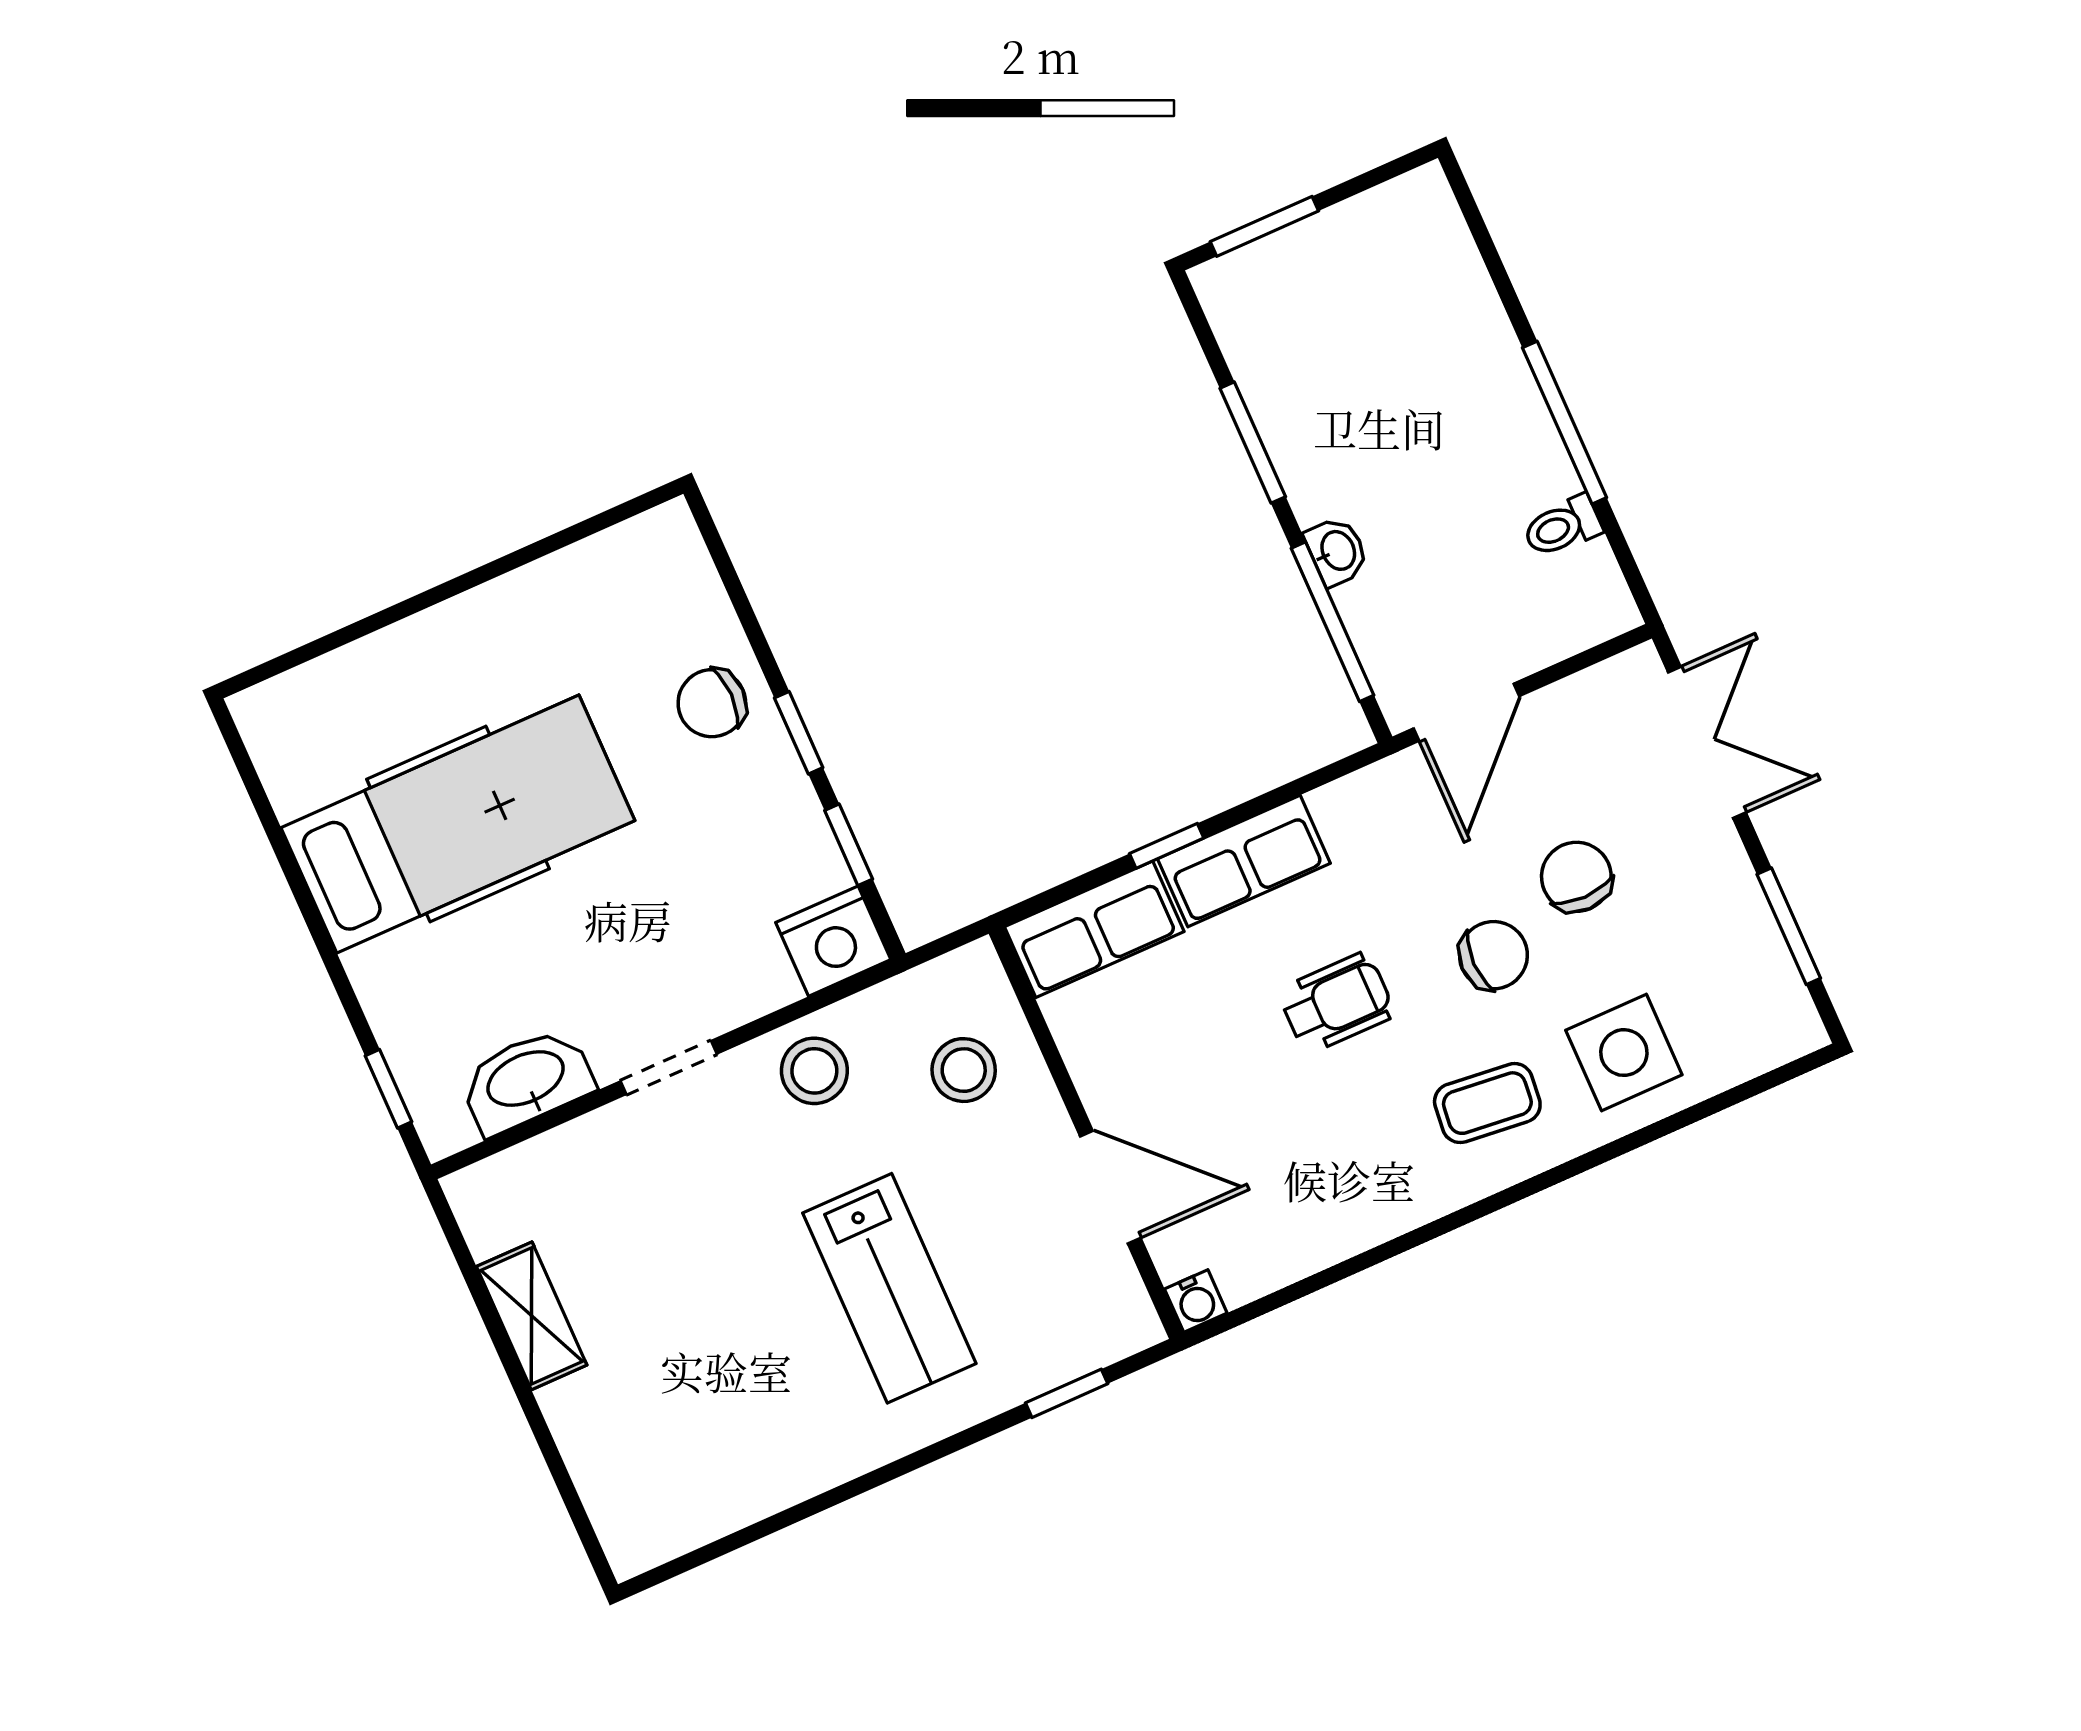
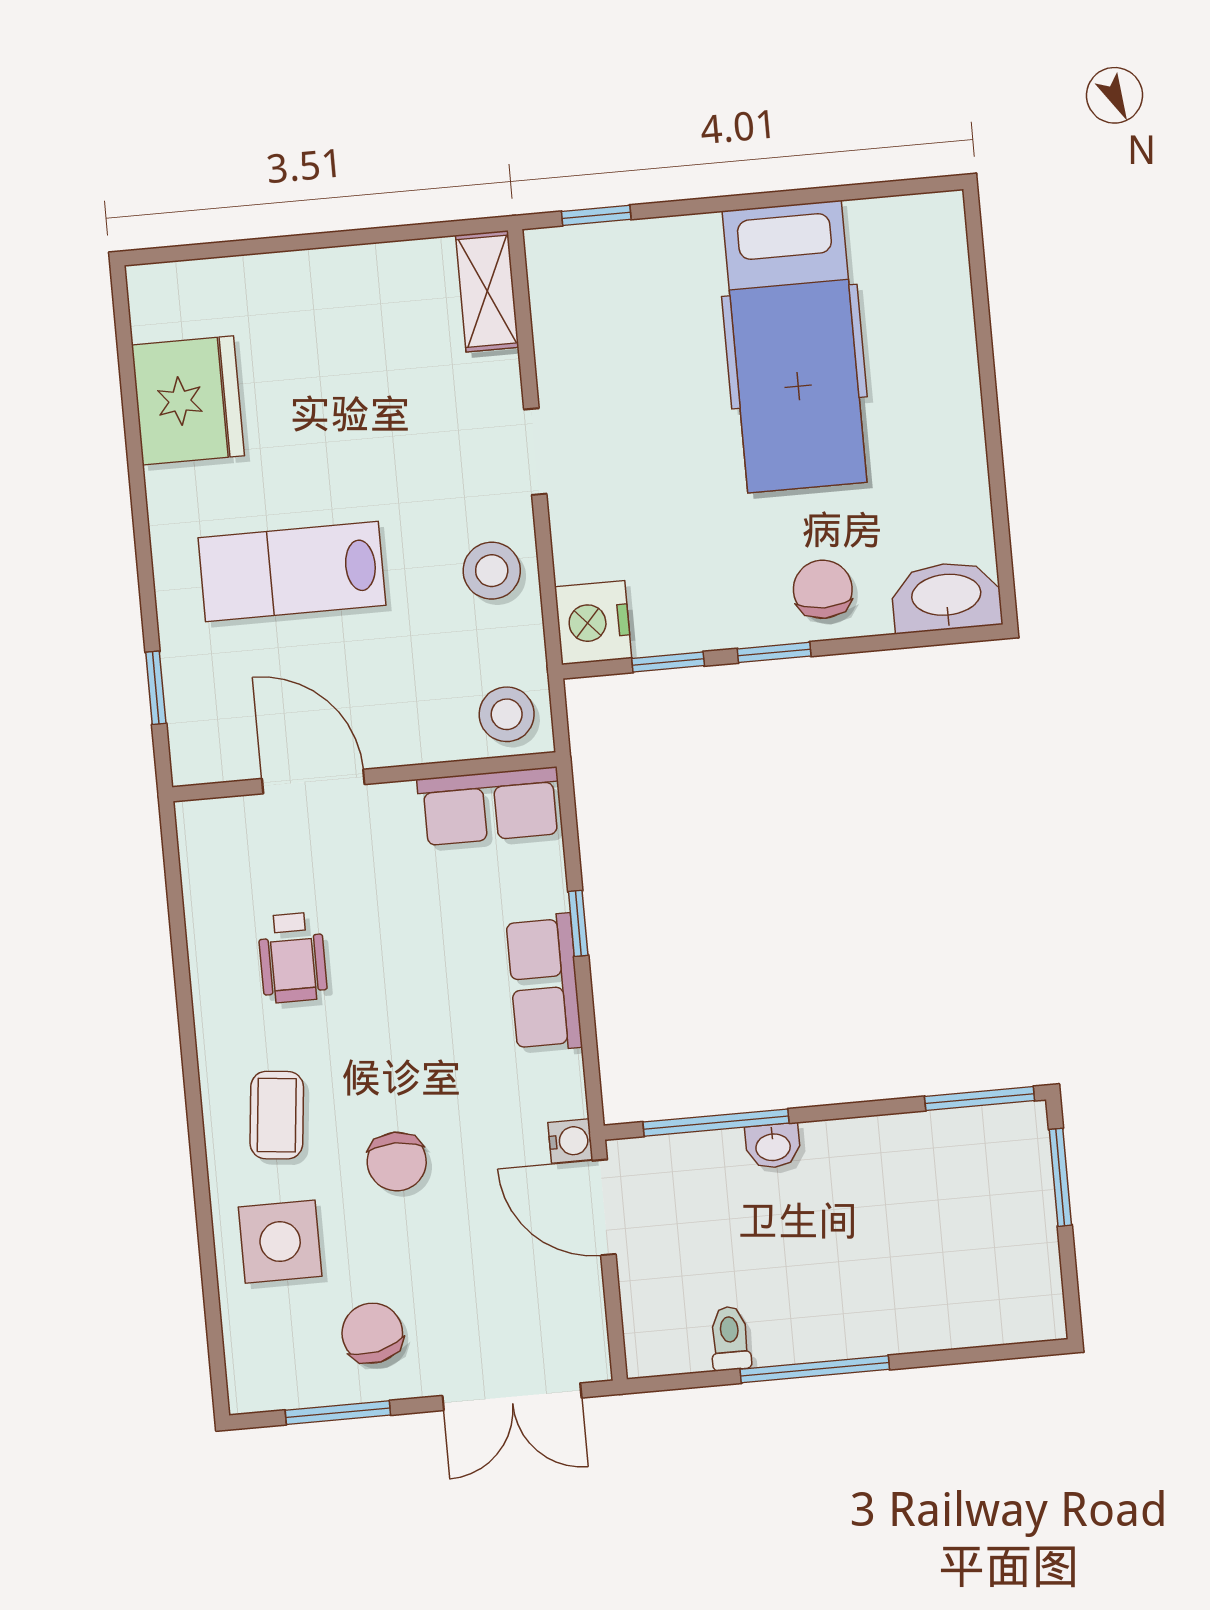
window: (1253, 443) -> (980, 1099), moved
chair: (1576, 877) -> (372, 1333), moved, turned -102
row of seats: (1094, 929) -> (490, 806), moved, turned -90
wheelchair: (1336, 1003) -> (292, 958), moved
stool: (964, 1070) -> (507, 714), moved
washbasin: (526, 1081) -> (946, 597), moved, turned -90
door: (1110, 1187) -> (313, 782), swing flipped
water cooler: (1196, 1301) -> (570, 1141), moved, turned 180
shelving: (532, 1316) -> (487, 291), moved, turned 90
fridge: (741, 1465) -> (188, 400), added

